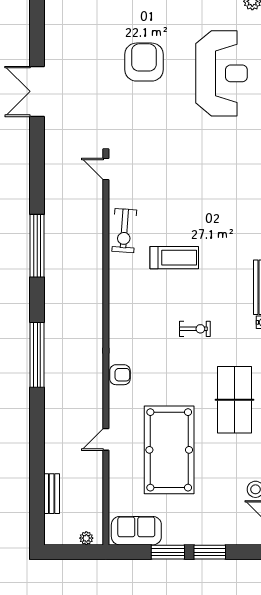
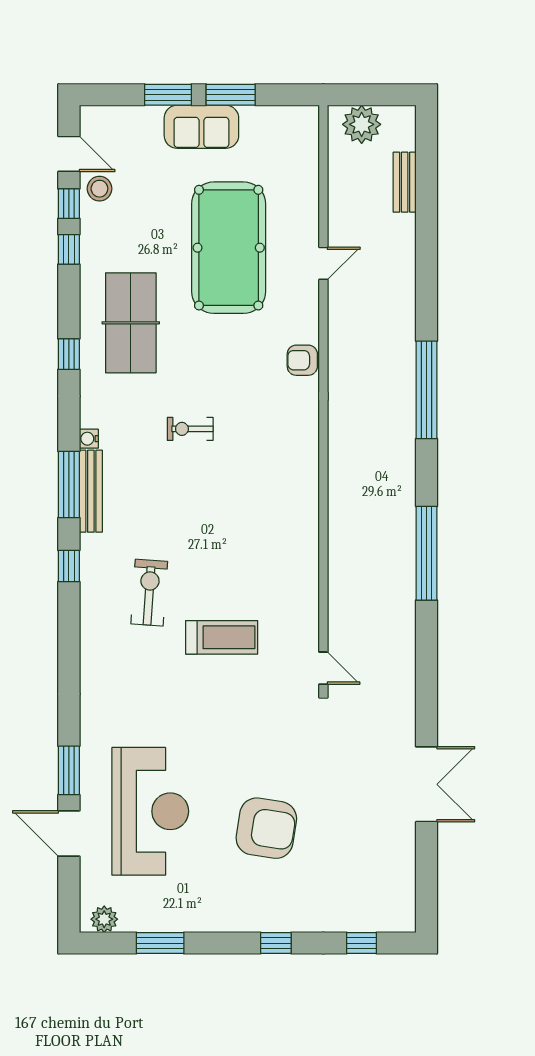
armchair: (144, 62) -> (266, 828), turned -81
reception desk: (222, 73) -> (150, 811), turned 180
exercise bike: (124, 231) -> (149, 593), moved
treadmill: (174, 258) -> (222, 637), moved, turned 180
sofa: (136, 531) -> (201, 127), moved
plant: (86, 538) -> (362, 124), width x1.87, depth x1.87

